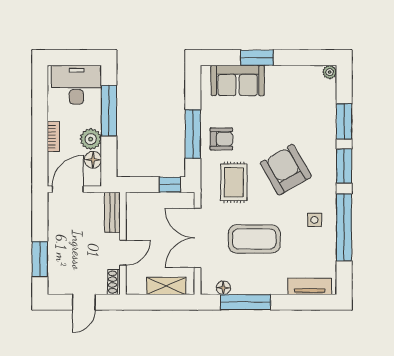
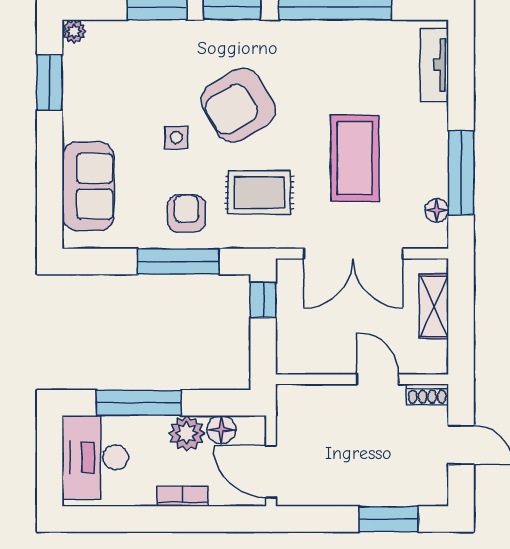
window: (257, 58) -> (50, 83), moved
bench: (112, 212) -> (310, 397), removed
side table: (315, 220) -> (176, 137), moved

